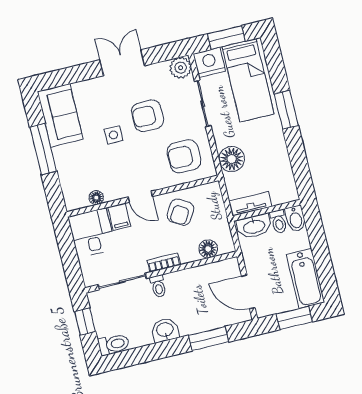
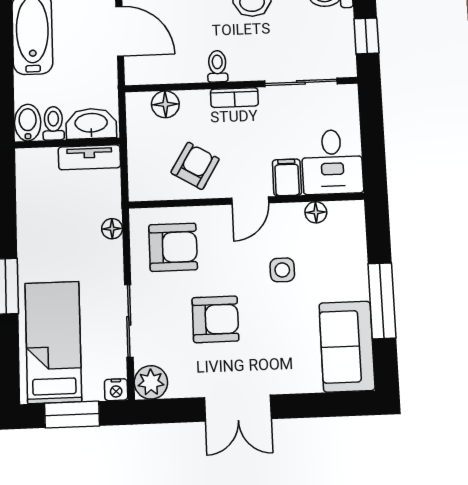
nightstand: (209, 62) -> (116, 390), width x0.53, depth x0.56
side table: (113, 135) -> (282, 270), moved
floor lamp: (232, 159) -> (112, 229), width x0.53, depth x0.53
door: (140, 197) -> (250, 201), swing flipped
toilet: (158, 286) -> (217, 66), moved

